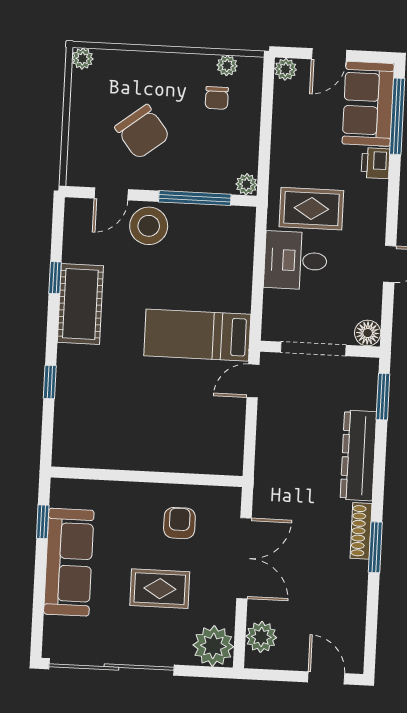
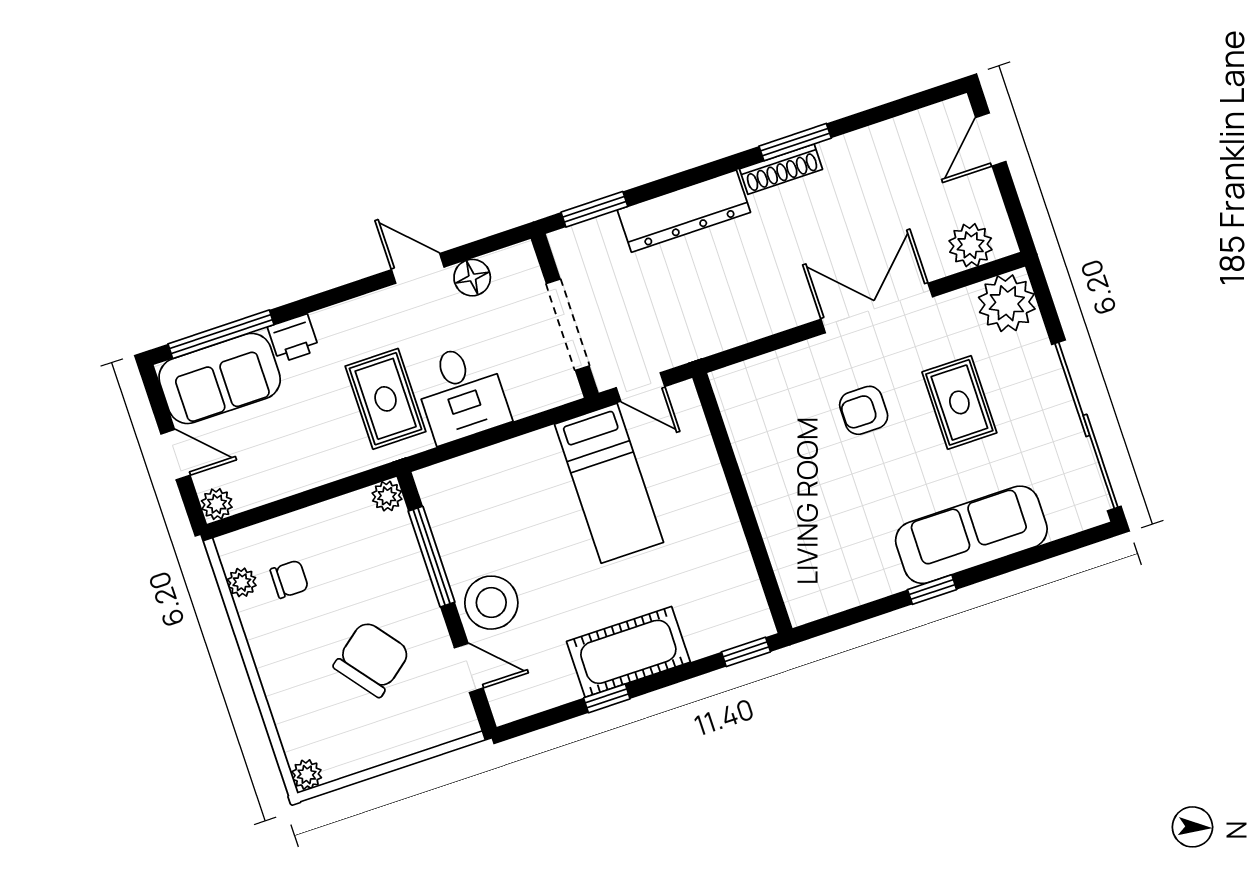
floor lamp: (368, 333) -> (472, 278), moved
wall: (147, 477) -> (742, 503), moved

